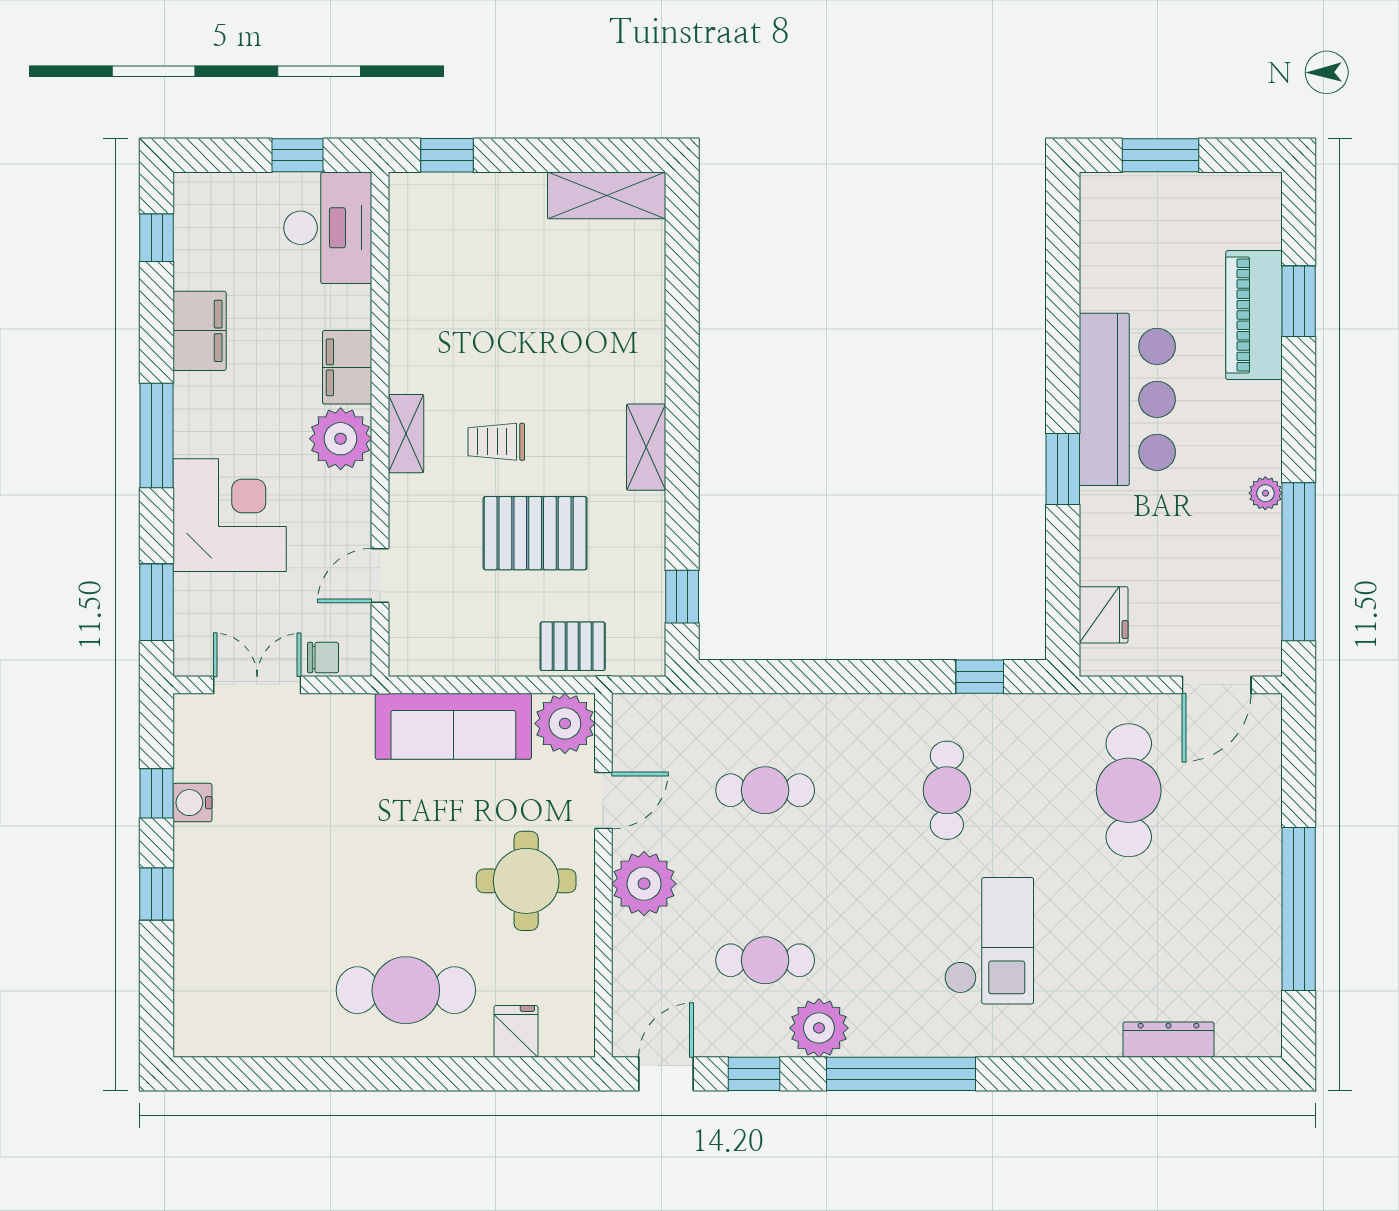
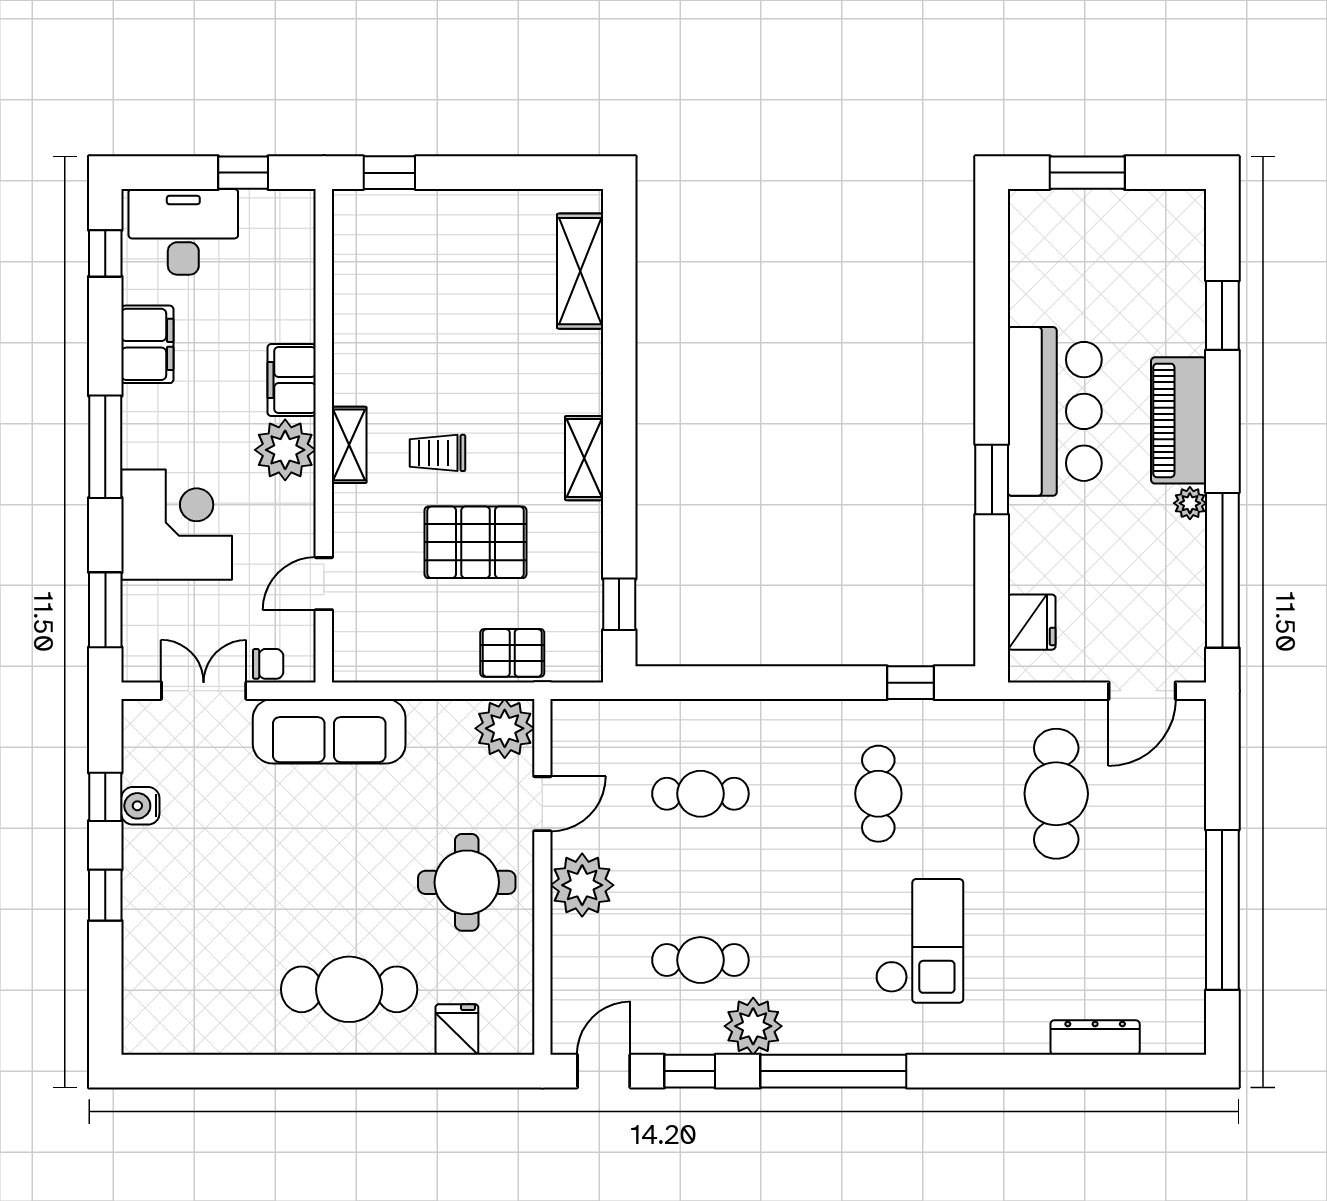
shelving: (607, 195) -> (580, 271), moved, turned 90
desk: (328, 228) -> (183, 232), moved, turned -90
piano: (1254, 315) -> (1179, 420), moved
sofa: (453, 726) -> (329, 731), moved

